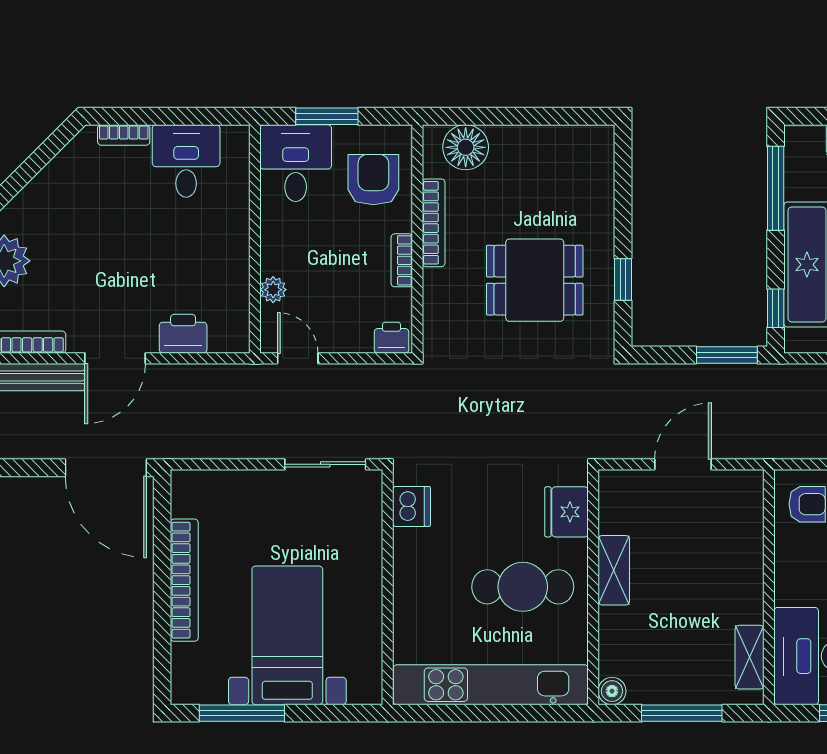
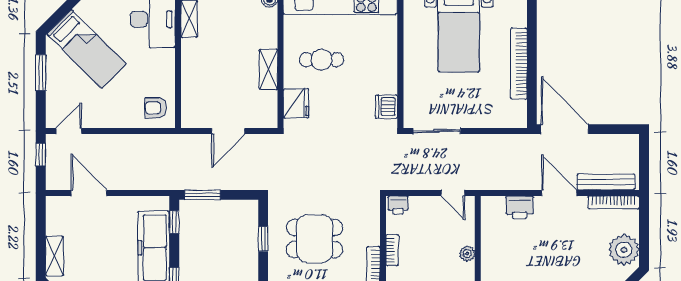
plant: (273, 290) -> (467, 254), moved
door: (115, 358) -> (559, 193), hinge flipped
cafe table: (523, 587) -> (322, 60), width x0.73, depth x0.74

